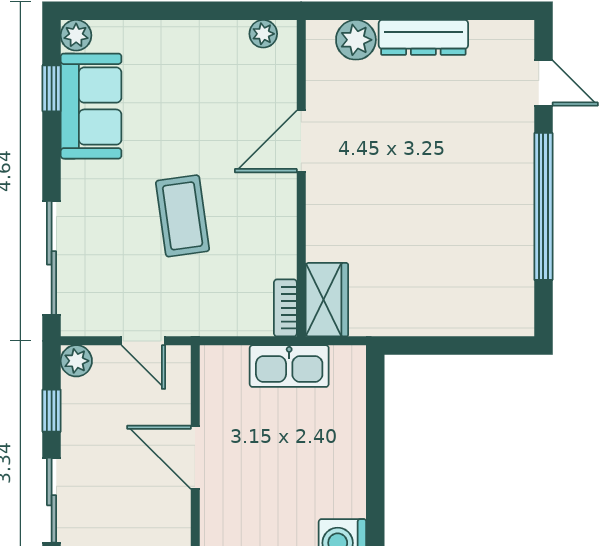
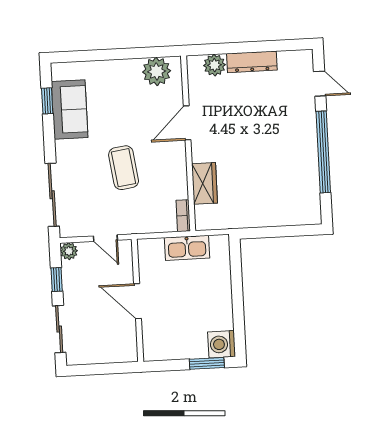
plant: (263, 34) -> (157, 71), width x1.88, depth x1.88
plant: (76, 35) -> (59, 71), removed
wardrobe: (327, 300) -> (205, 183), moved

